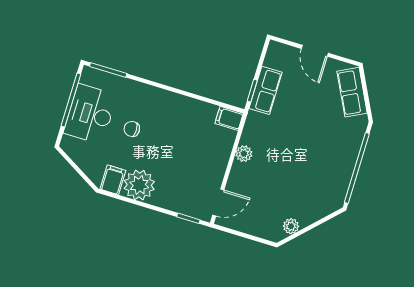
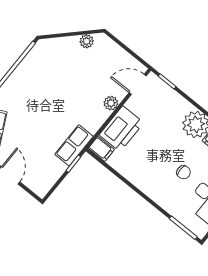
row of seats: (266, 90) -> (74, 145), moved
printer: (216, 148) -> (121, 129), added
plant: (244, 154) -> (111, 103), moved

